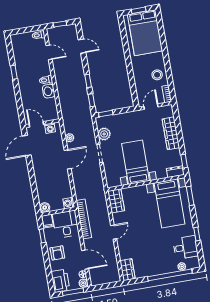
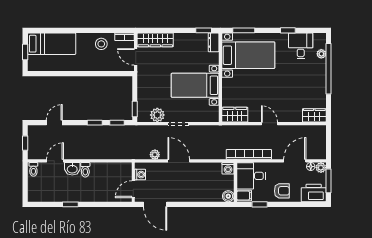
bed: (145, 33) -> (52, 44), width x0.67
washbasin: (49, 91) -> (72, 169), moved
wardrobe: (171, 133) -> (155, 40), moved

